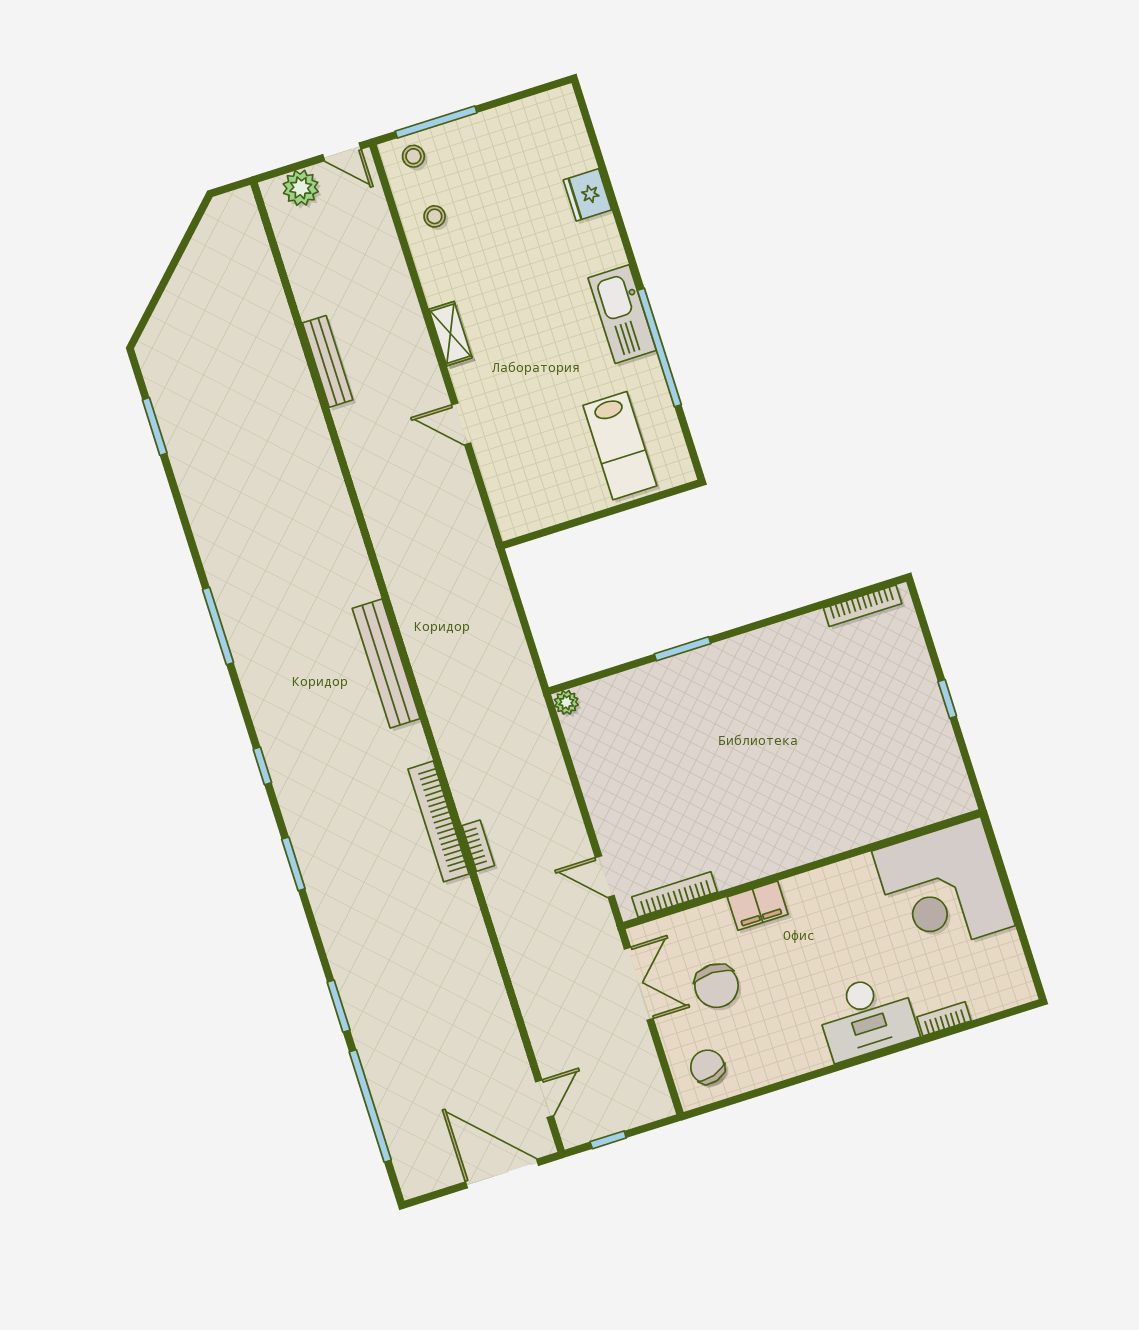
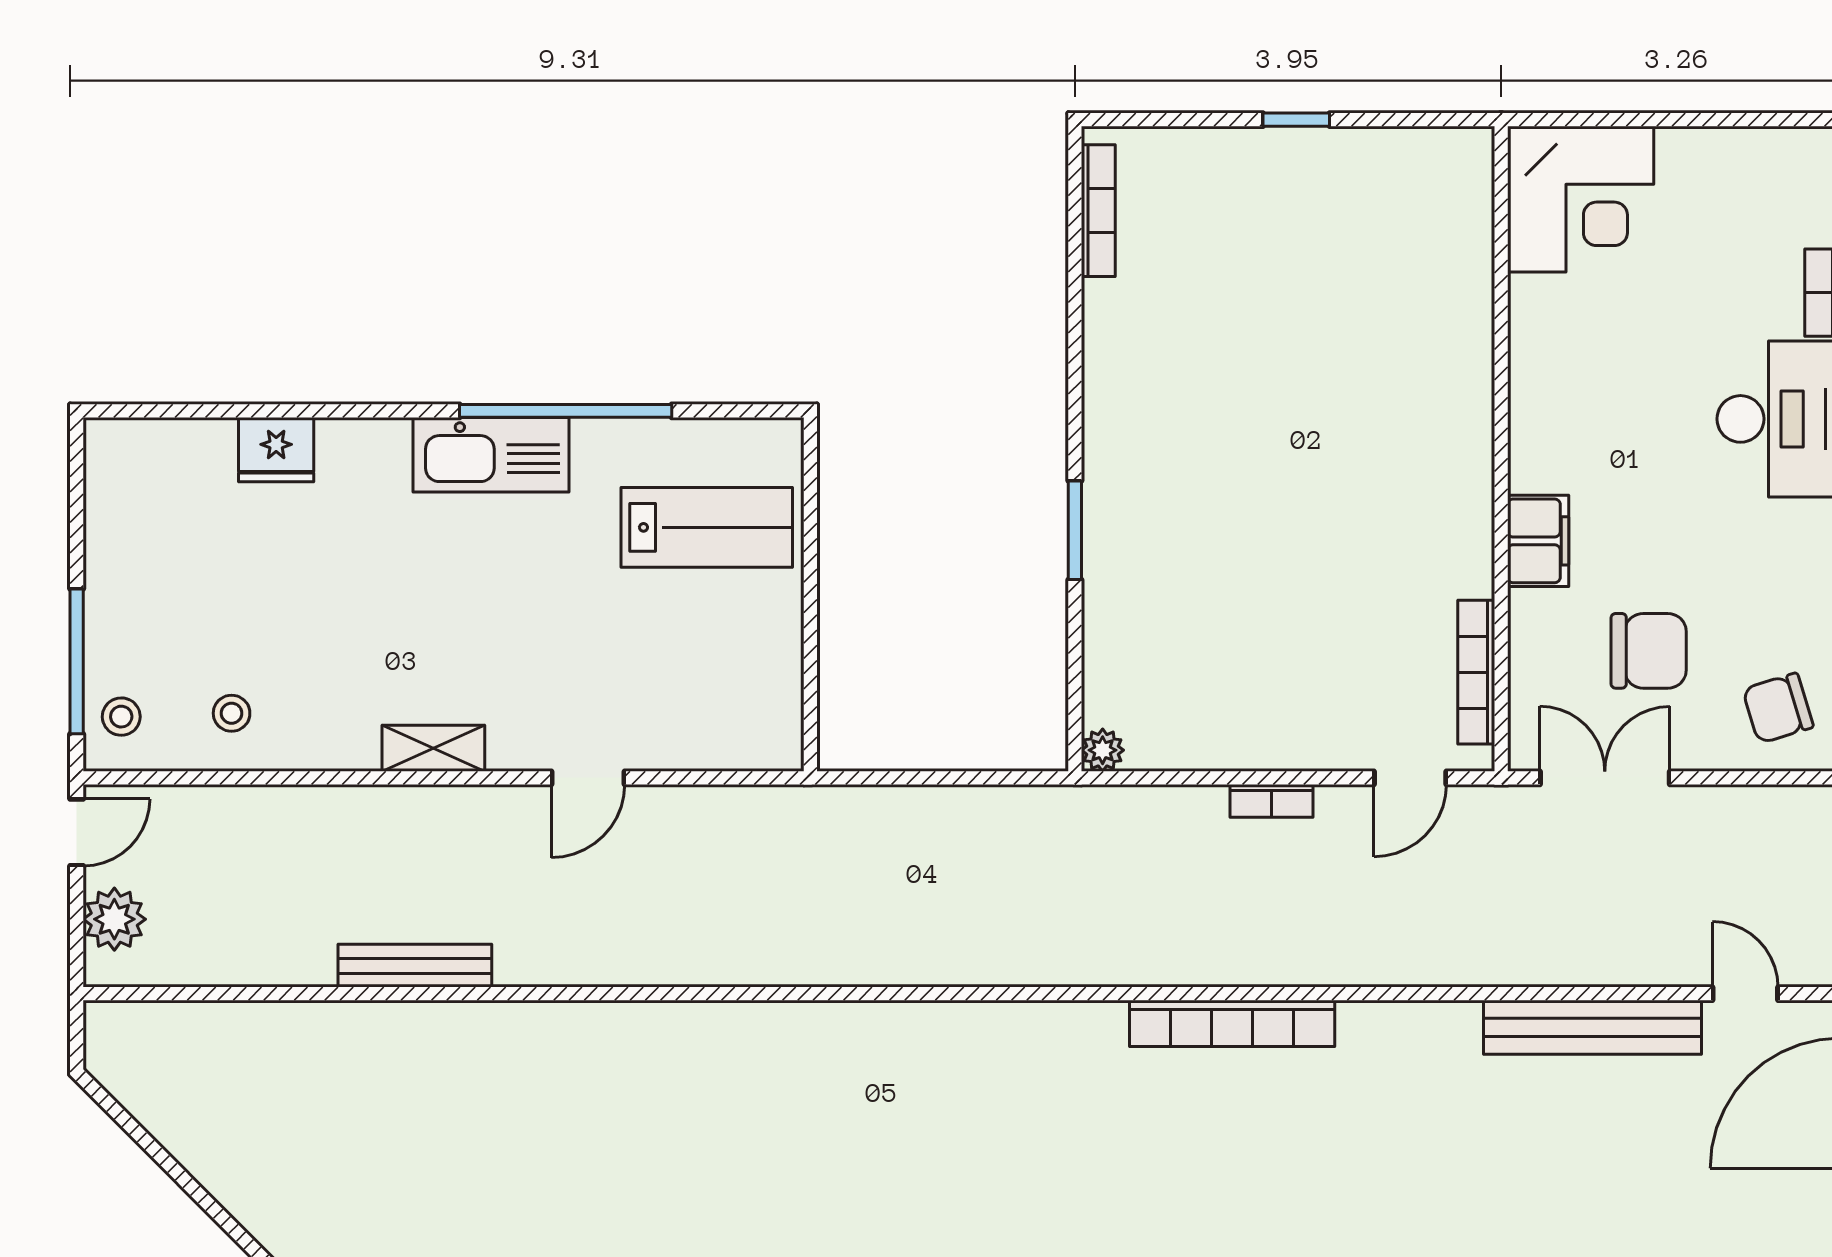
bench: (386, 664) -> (1593, 1027), moved
bookcase: (478, 846) -> (1272, 801), moved, turned 180
corner desk: (943, 888) -> (1581, 199), width x0.74, depth x0.74

